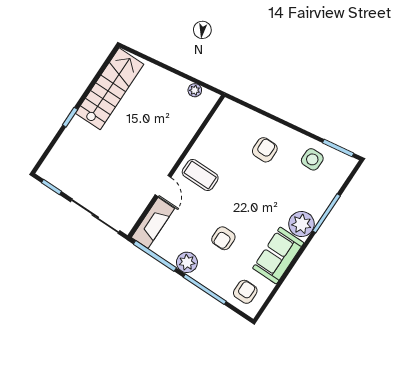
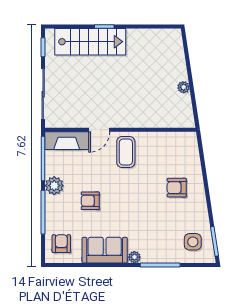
stairs: (110, 89) -> (90, 42), moved
plant: (195, 90) -> (184, 87), moved
armchair: (265, 150) -> (177, 188), turned 180
side table: (312, 159) -> (193, 242), moved
plant: (301, 224) -> (134, 257), width x0.53, depth x0.53
armchair: (245, 292) -> (61, 244), turned -90

